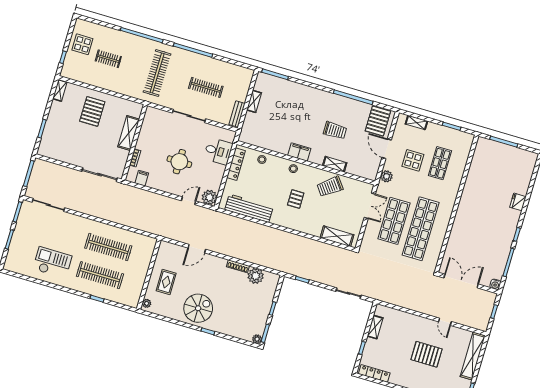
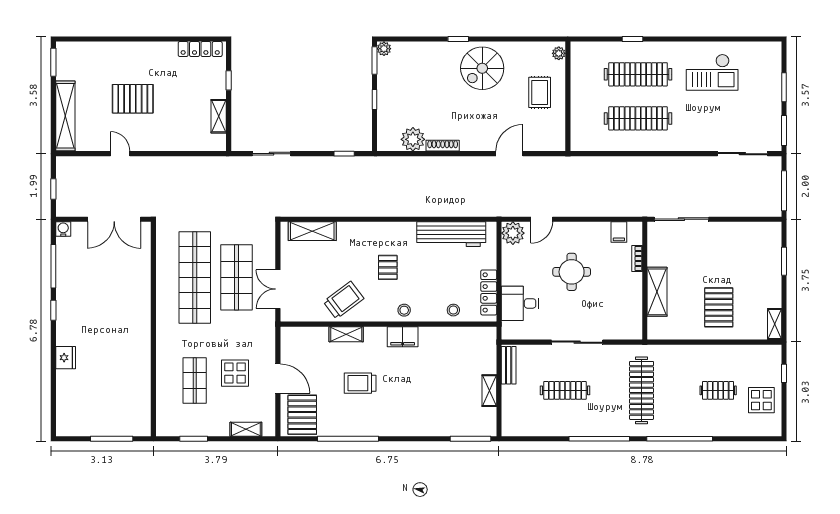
plant: (386, 176) -> (266, 339), removed

